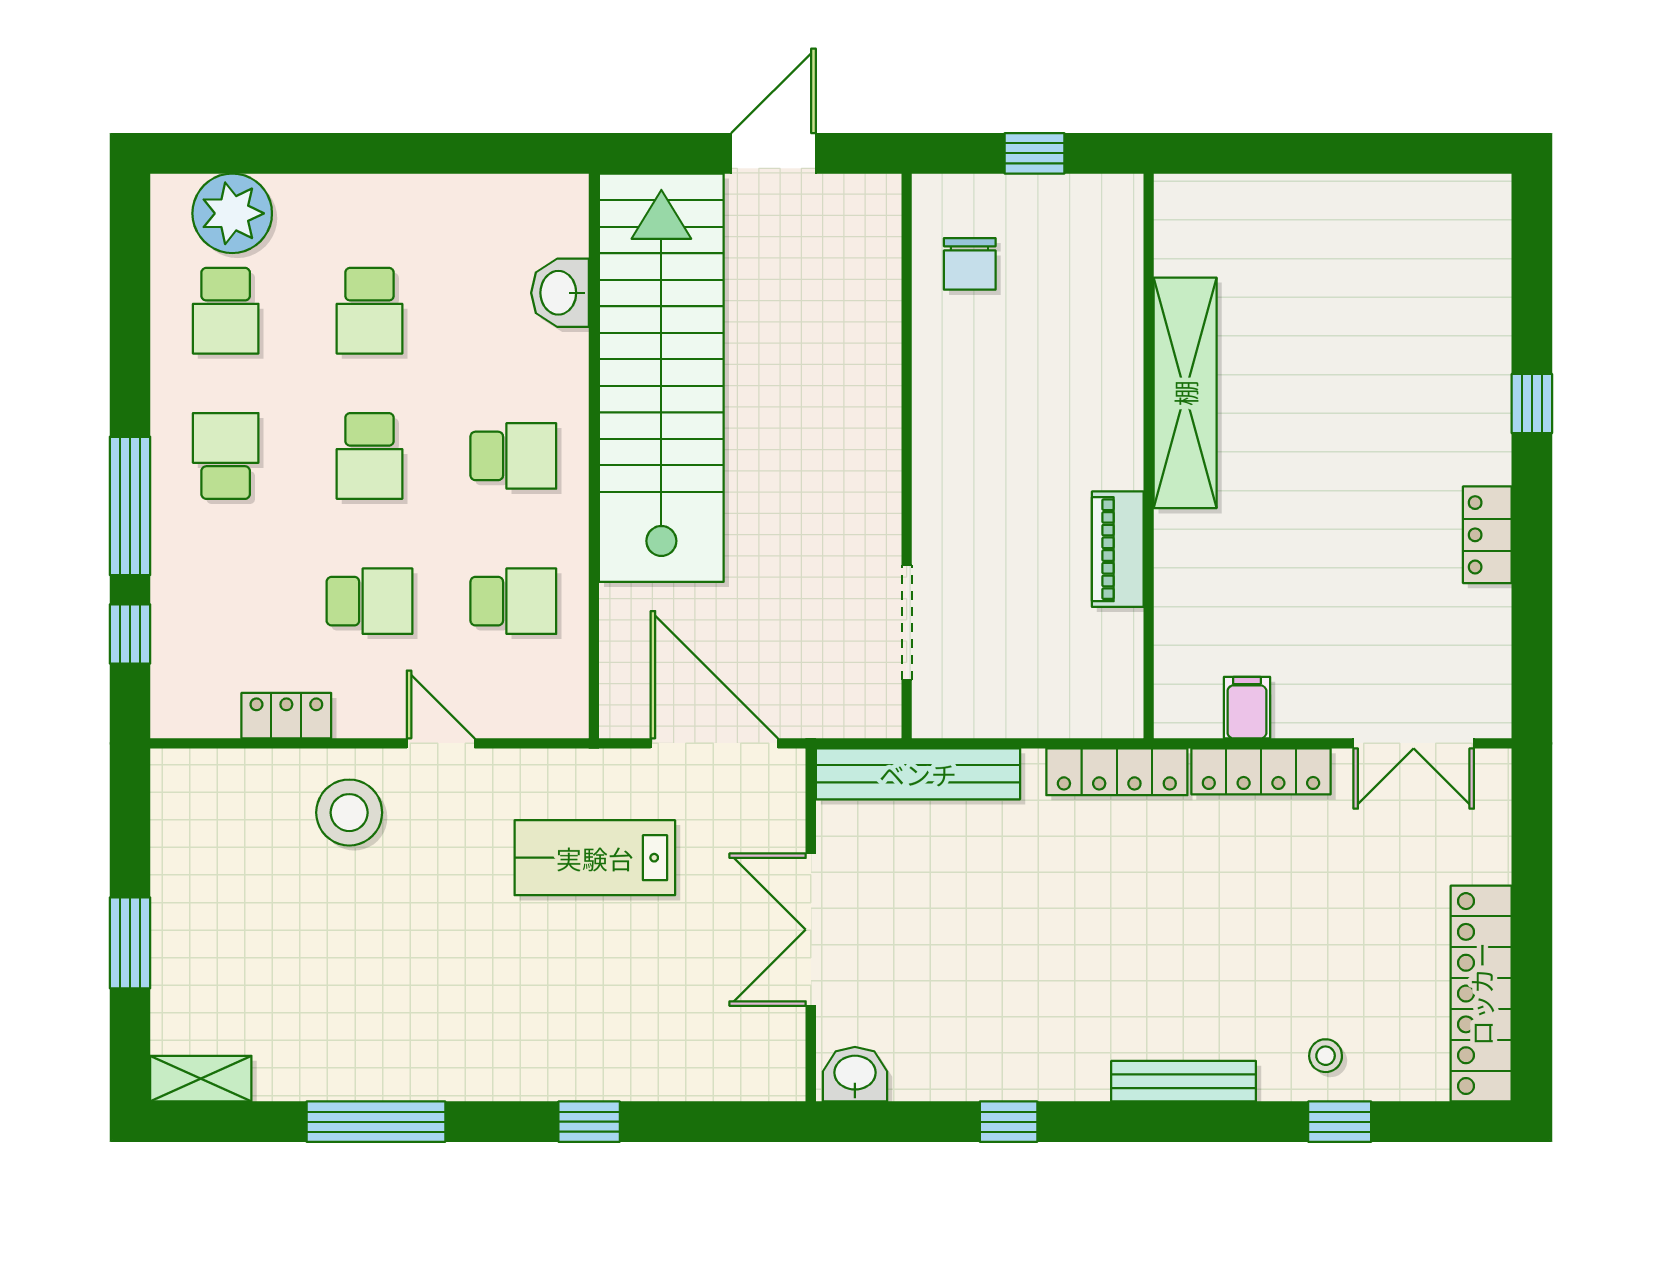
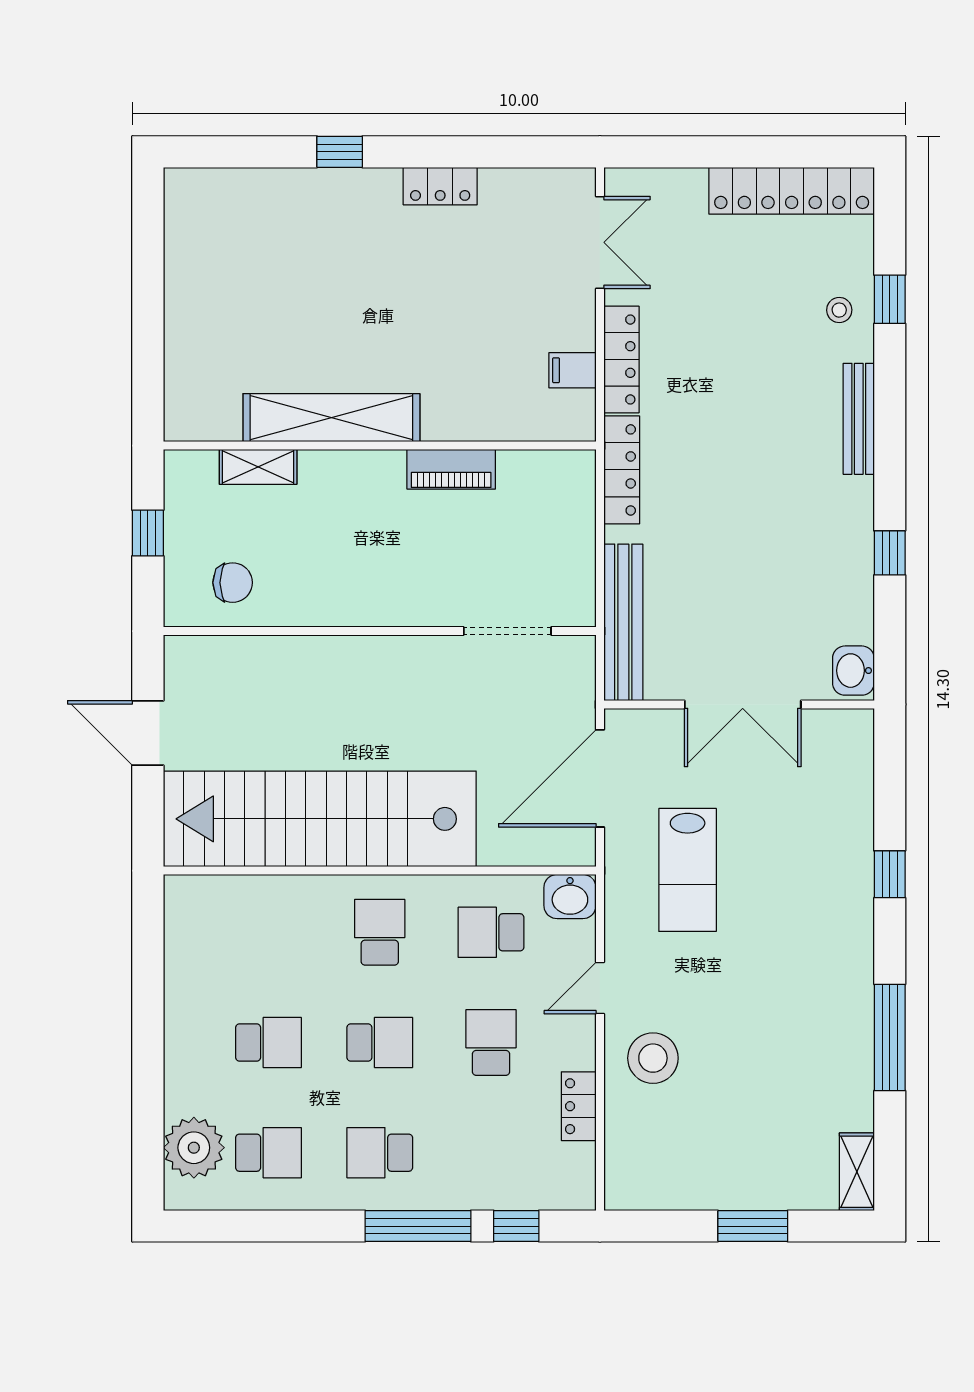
washbasin: (560, 293) -> (570, 897), moved
shelving: (1121, 297) -> (258, 467), added
school desk: (513, 601) -> (491, 932), turned -90

